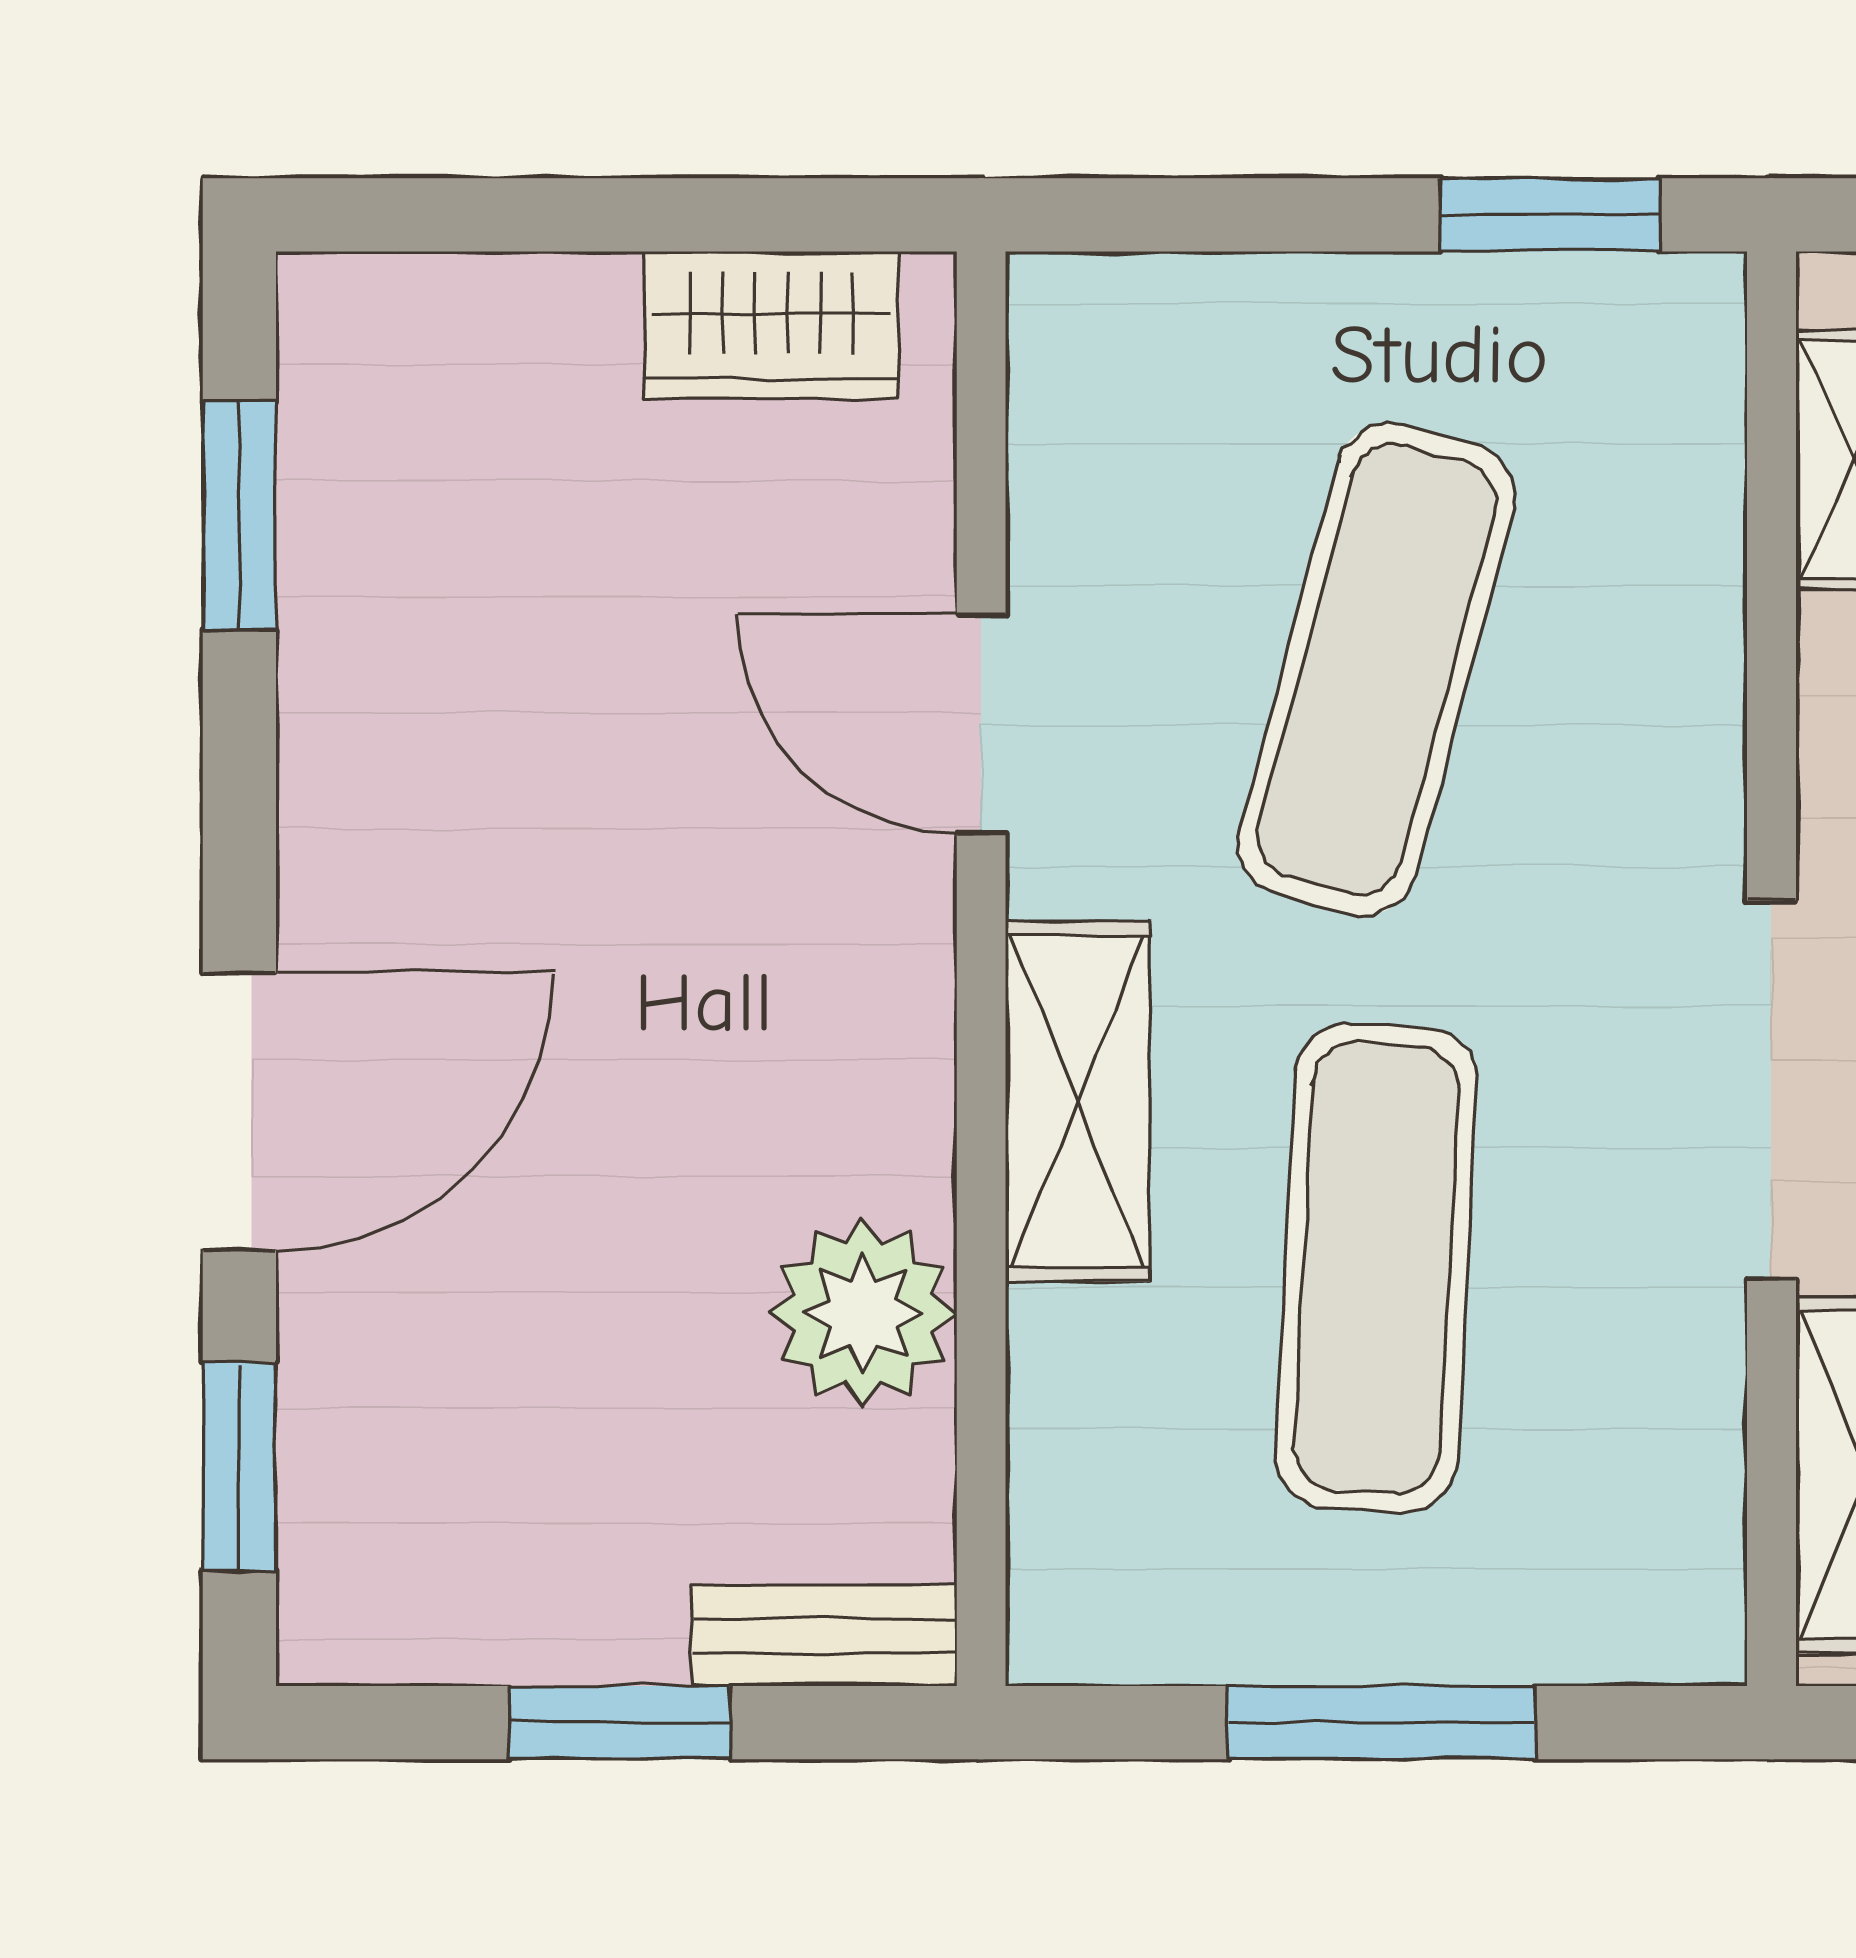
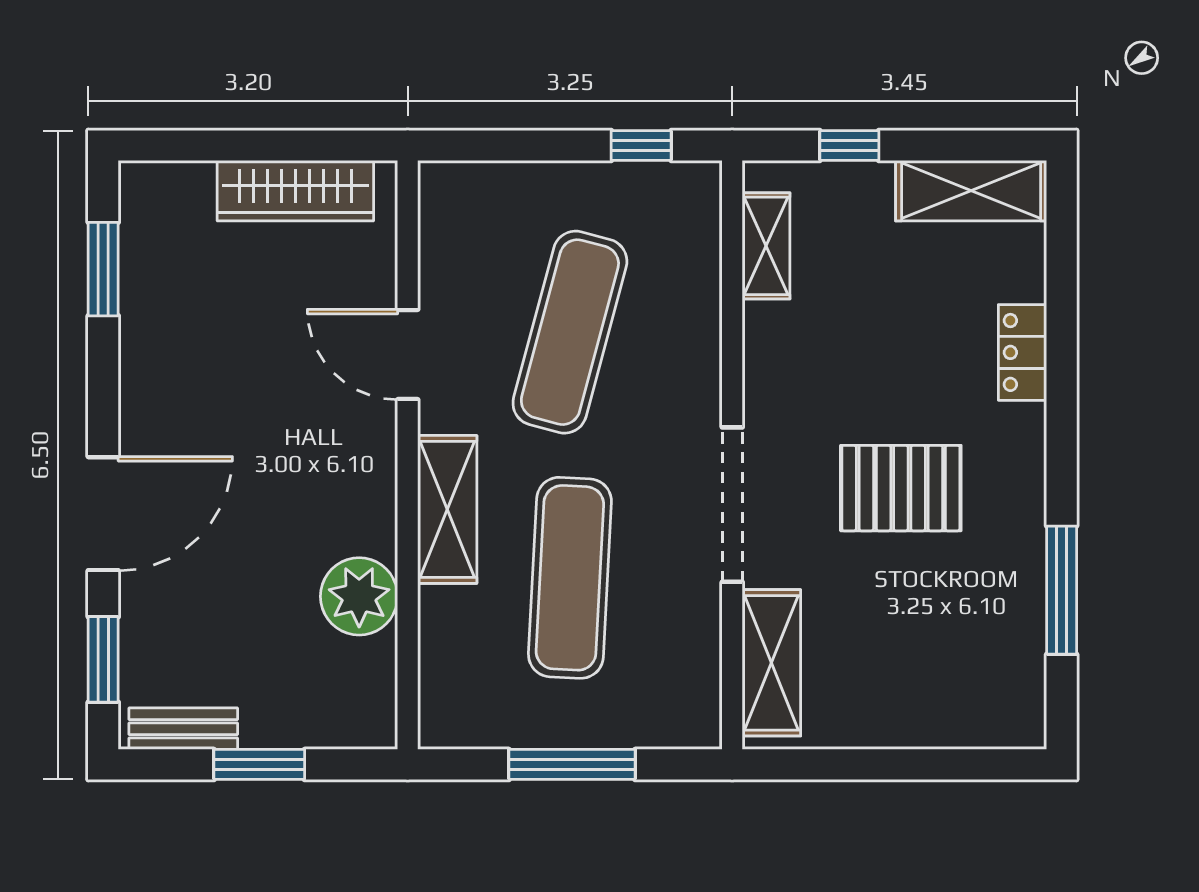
window: (1550, 215) -> (641, 145), width x0.67
wardrobe: (771, 325) -> (295, 191), width x1.50
bench: (824, 1636) -> (183, 729), moved

